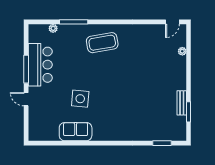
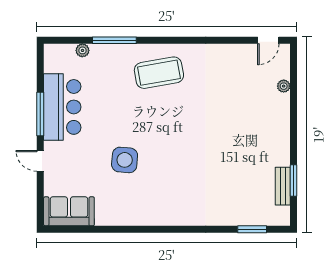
bench: (182, 103) -> (283, 186), moved
sofa: (76, 132) -> (69, 211), moved

